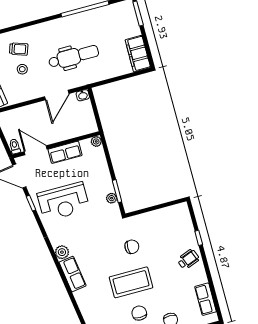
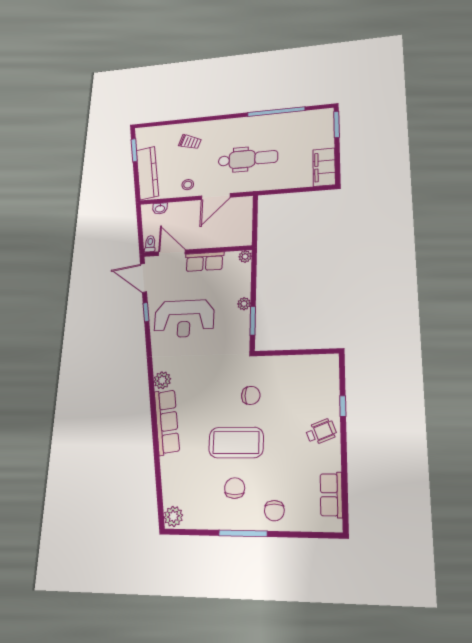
stool: (22, 69) -> (188, 185), moved
washbasin: (83, 95) -> (160, 208), moved
plant: (112, 198) -> (244, 304), moved
row of seats: (73, 274) -> (167, 422), width x1.48

